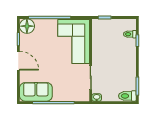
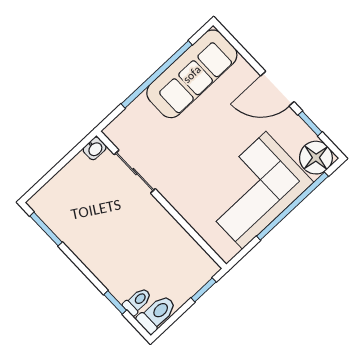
corner sofa: (74, 42) -> (254, 190), moved, turned -90
sofa: (36, 92) -> (192, 74), width x1.36
toilet: (127, 96) -> (157, 314), moved

